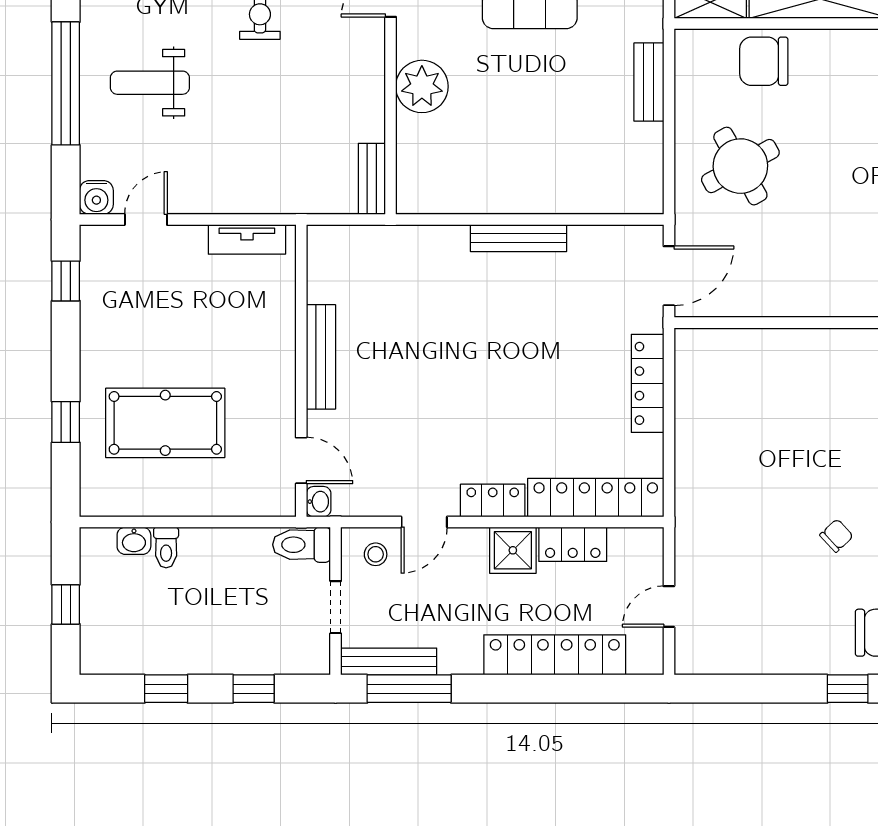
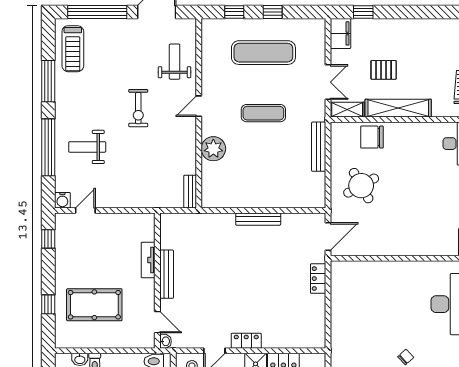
bench: (649, 82) -> (319, 147), width x1.36
tv unit: (247, 239) -> (148, 260), moved, turned 90
locker: (648, 383) -> (318, 279), width x0.66
locker: (596, 498) -> (294, 339), removed

